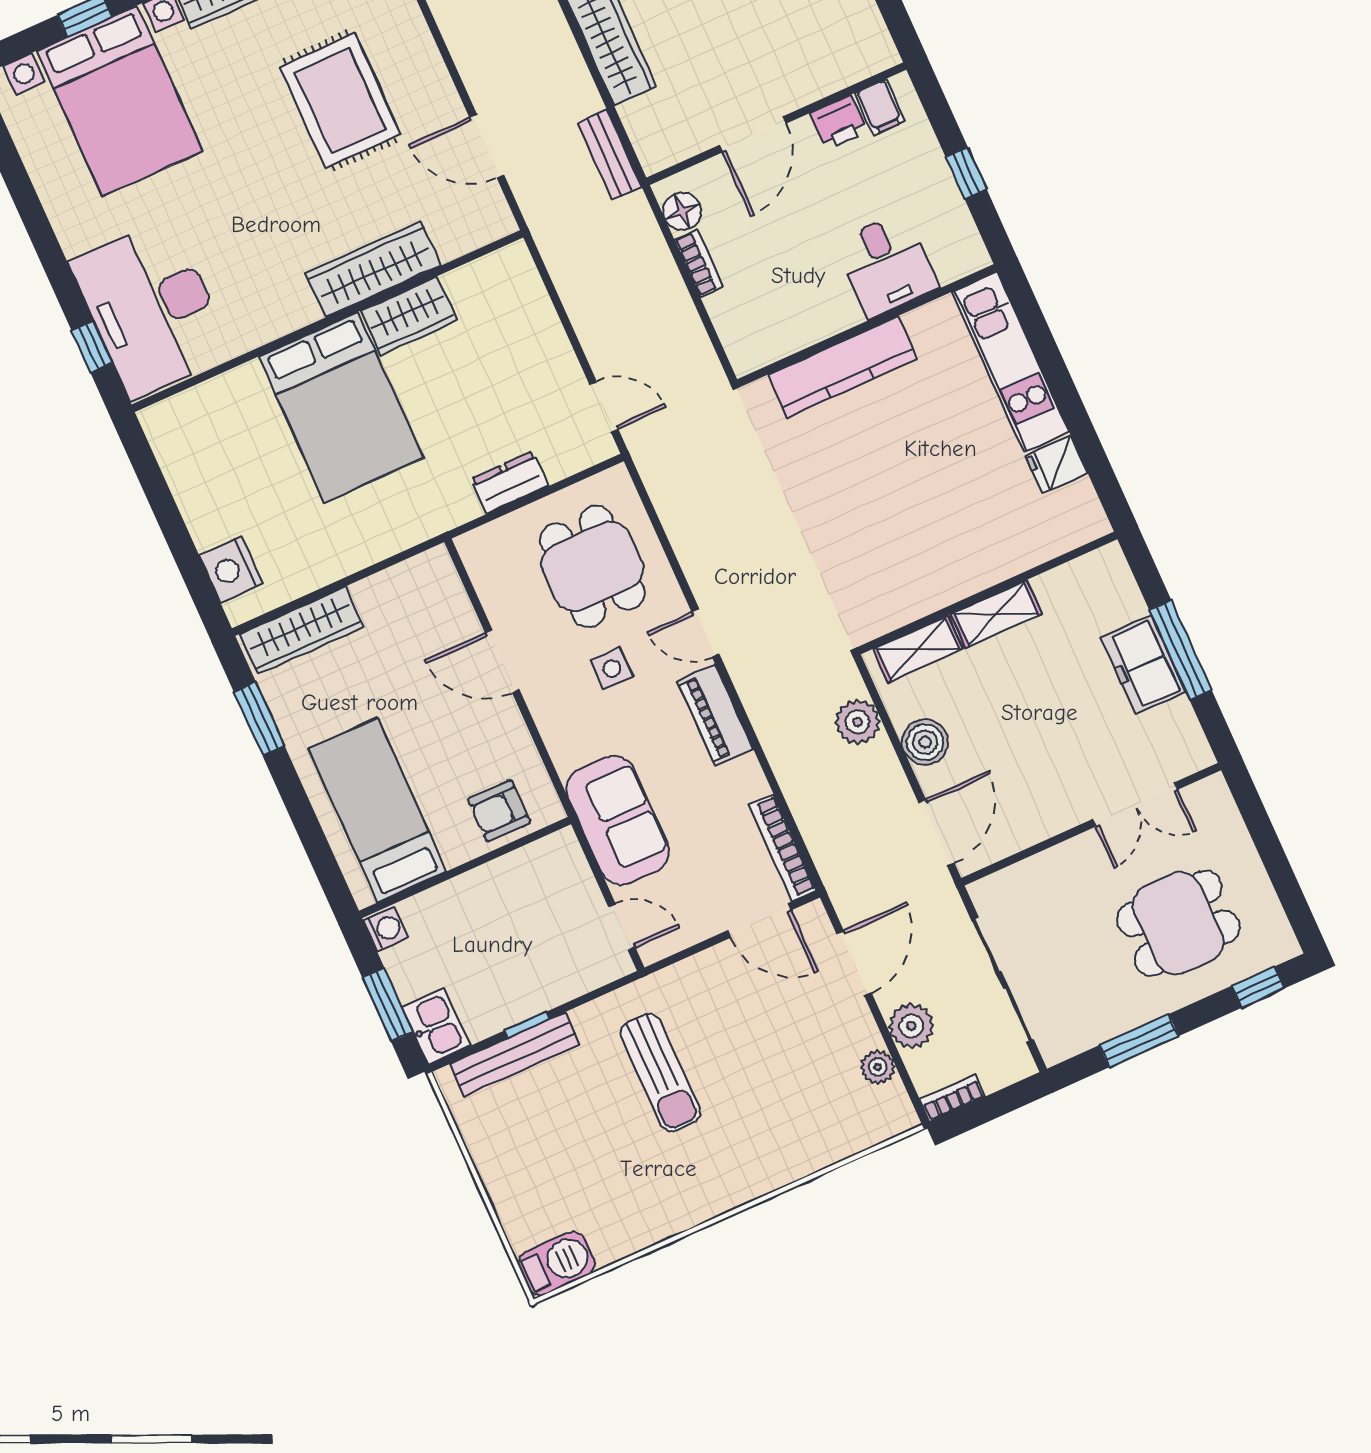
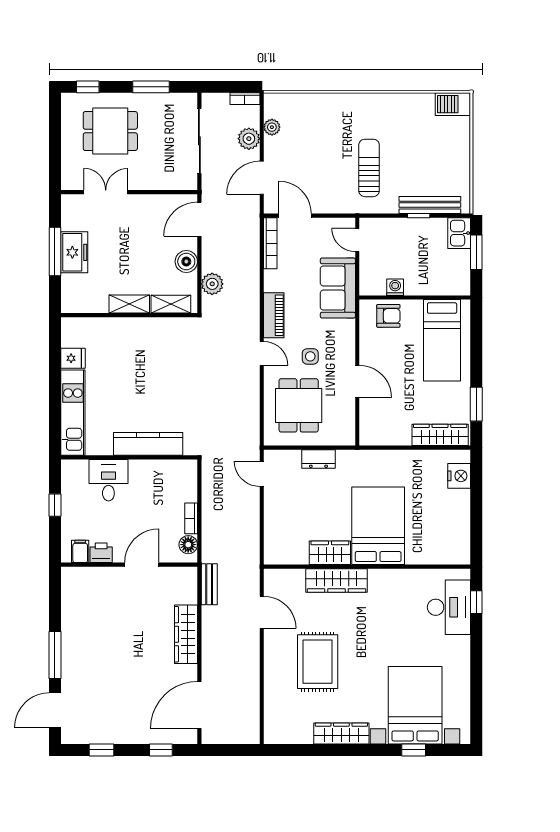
desk: (151, 308) -> (449, 607), width x0.73, depth x0.77
washing machine: (386, 929) -> (395, 287), moved, turned 90

